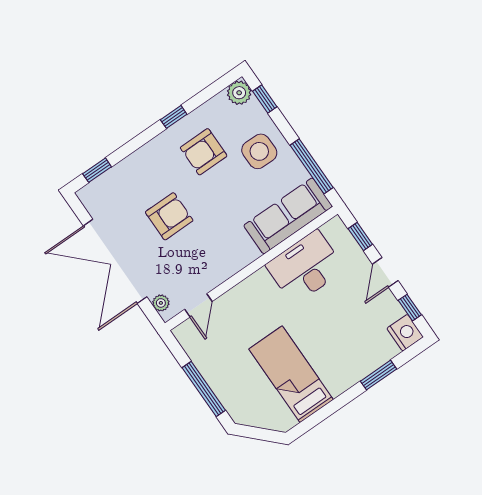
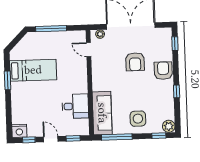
armchair: (204, 152) -> (163, 71), moved
desk: (305, 267) -> (75, 106), width x0.73
window: (378, 375) -> (8, 80), moved

